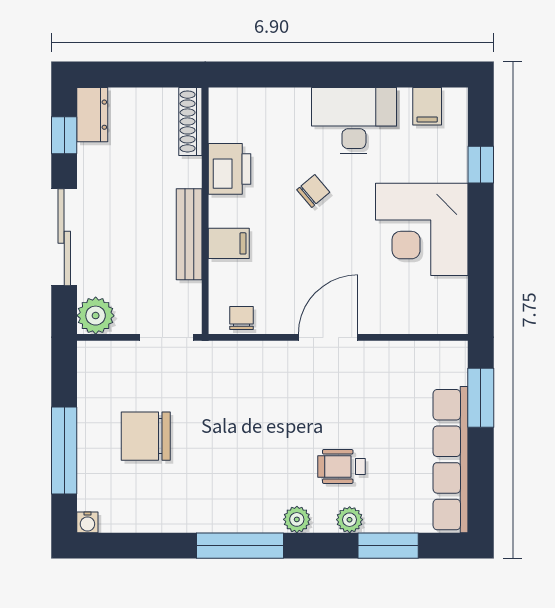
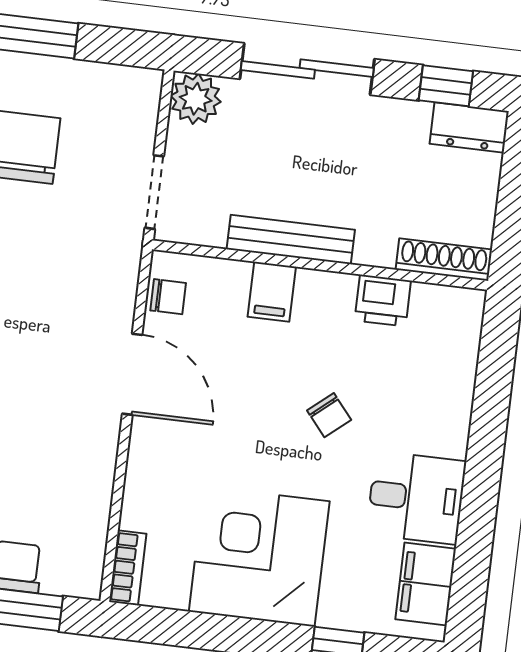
filing cabinet: (427, 106) -> (426, 584), width x2.00
desk: (354, 121) -> (416, 498), width x0.73
printer: (229, 169) -> (383, 300), width x0.73, depth x0.81
bookcase: (441, 324) -> (128, 568), added
door: (328, 337) -> (132, 374), moved

